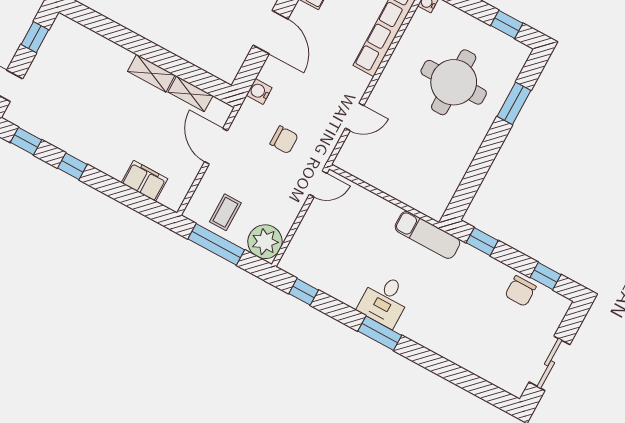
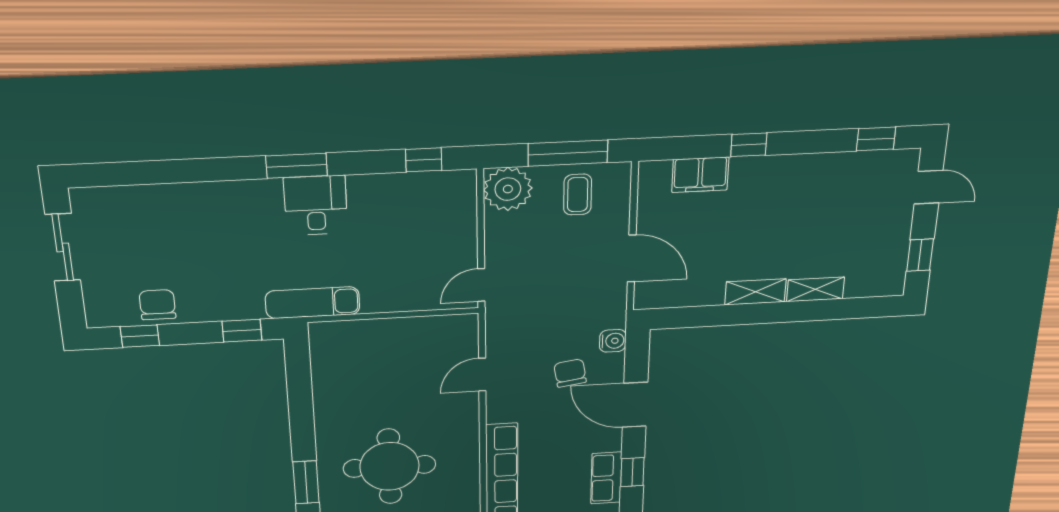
shelving: (190, 94) -> (815, 289), moved
chair: (284, 140) -> (570, 373), moved, turned 81
window: (72, 166) -> (749, 145), moved

